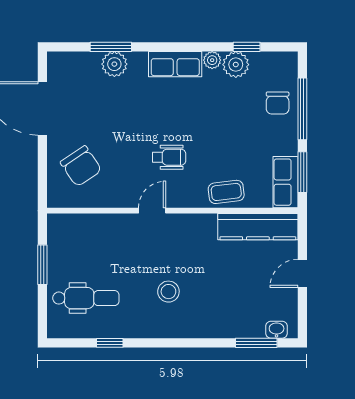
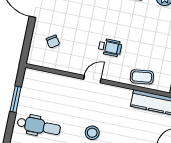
chair: (81, 166) -> (53, 42), width x0.54, depth x0.54

